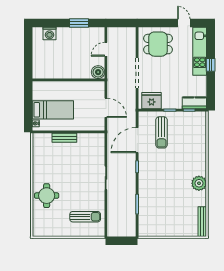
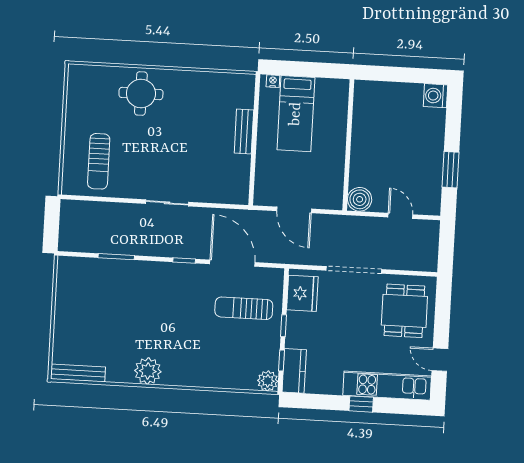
door: (184, 23) -> (440, 360), swing flipped
washing machine: (50, 34) -> (436, 96), moved
door: (106, 108) -> (294, 210), hinge flipped
plant: (201, 117) -> (268, 381), added

